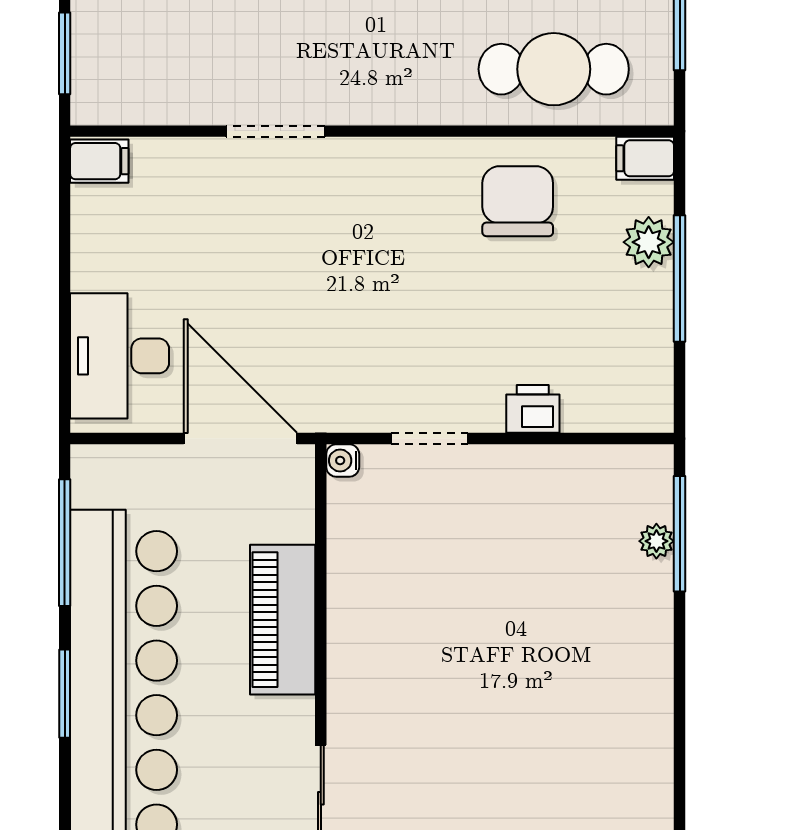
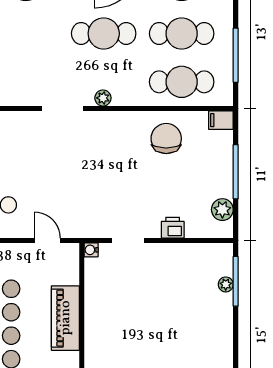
plant: (370, 107) -> (103, 98), added
plant: (649, 242) -> (222, 210), moved
door: (240, 439) -> (47, 240), width x0.53

